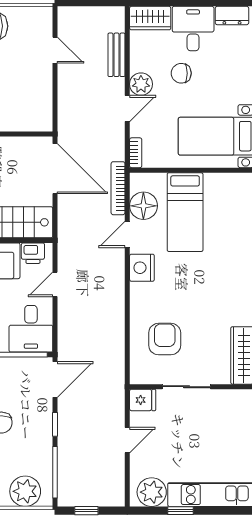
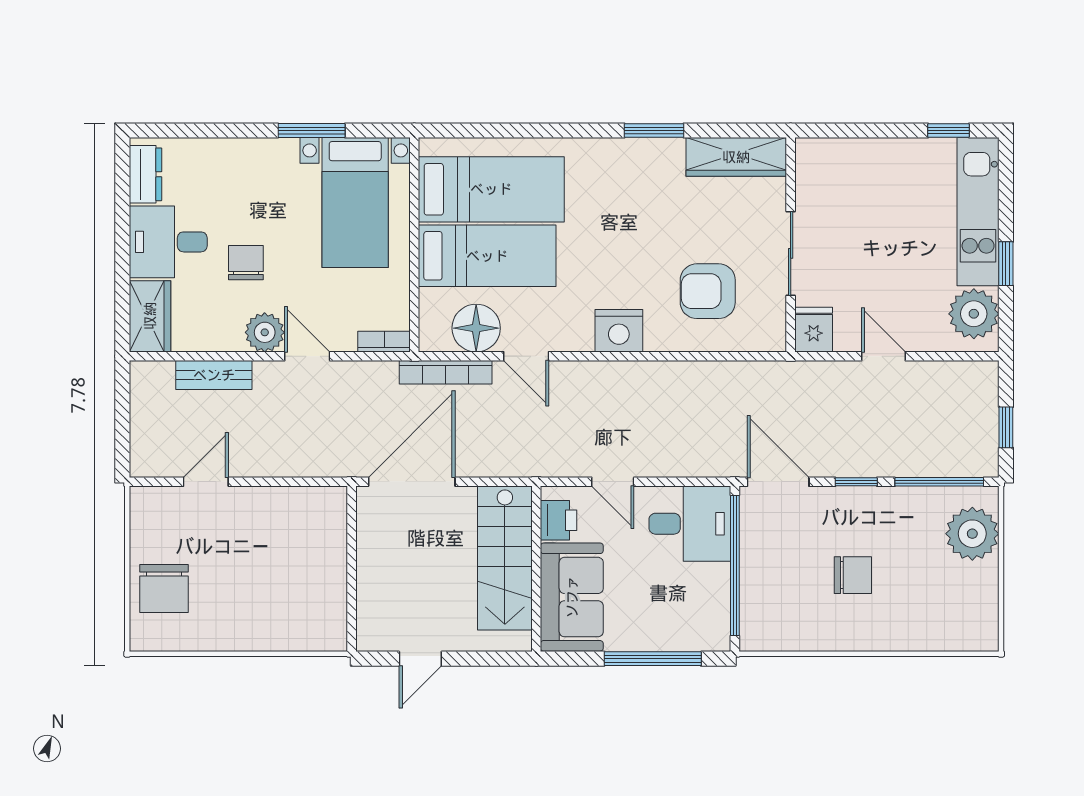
chair: (181, 73) -> (246, 263), turned 180
bed: (223, 214) -> (491, 189), added
nightstand: (142, 268) -> (619, 331), moved

